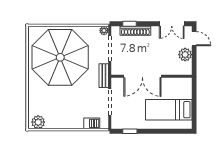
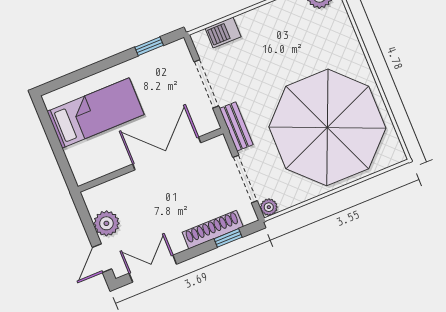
door: (194, 39) -> (102, 258), hinge flipped

